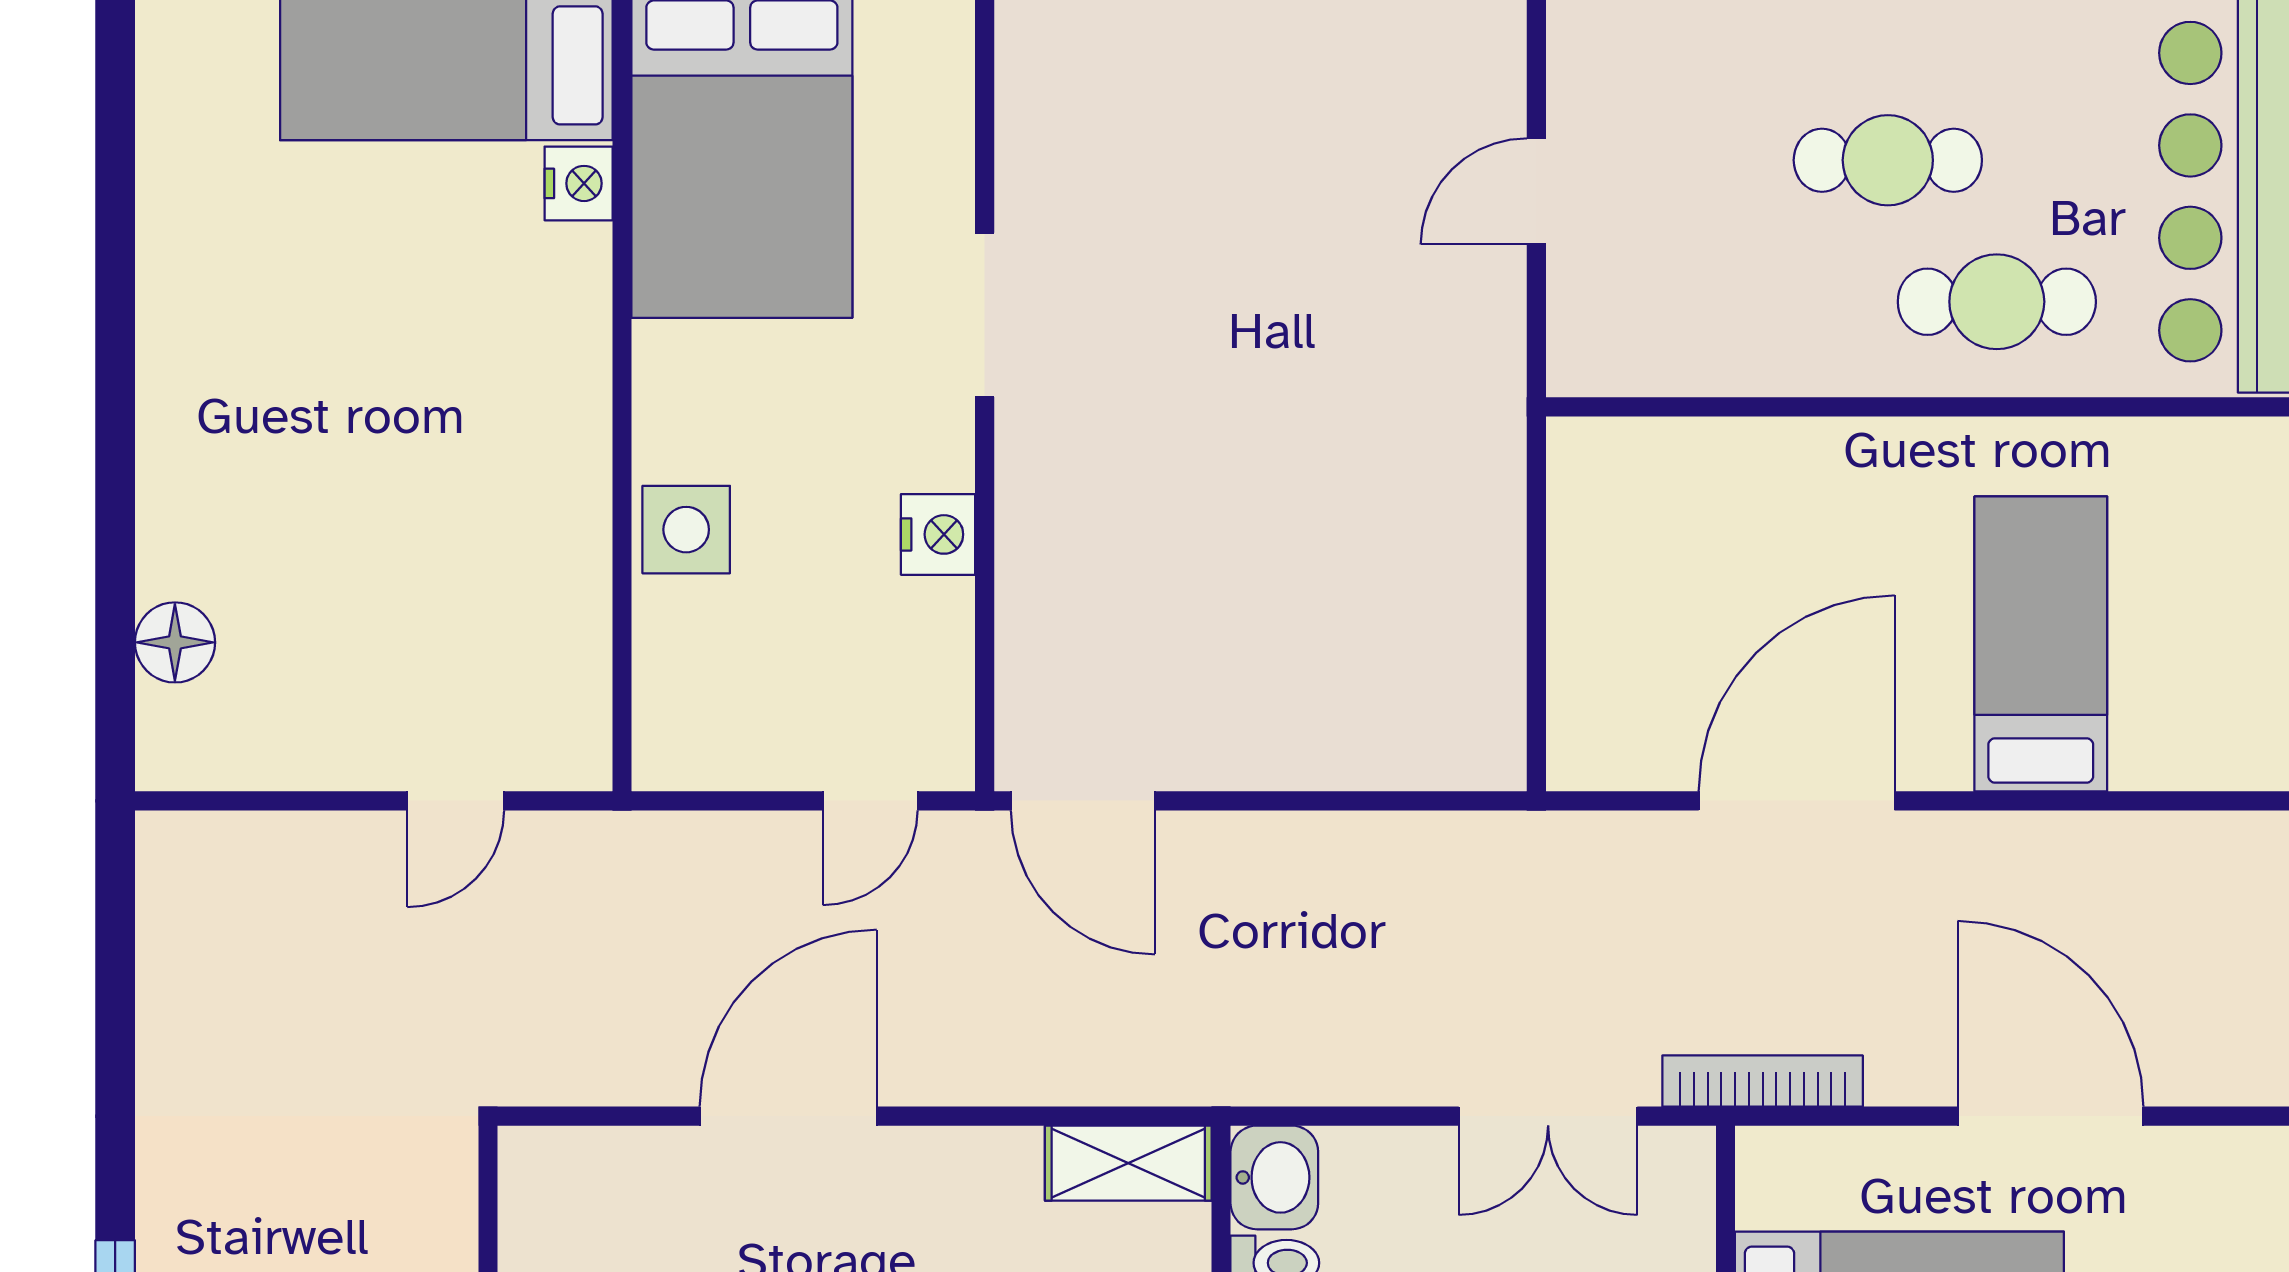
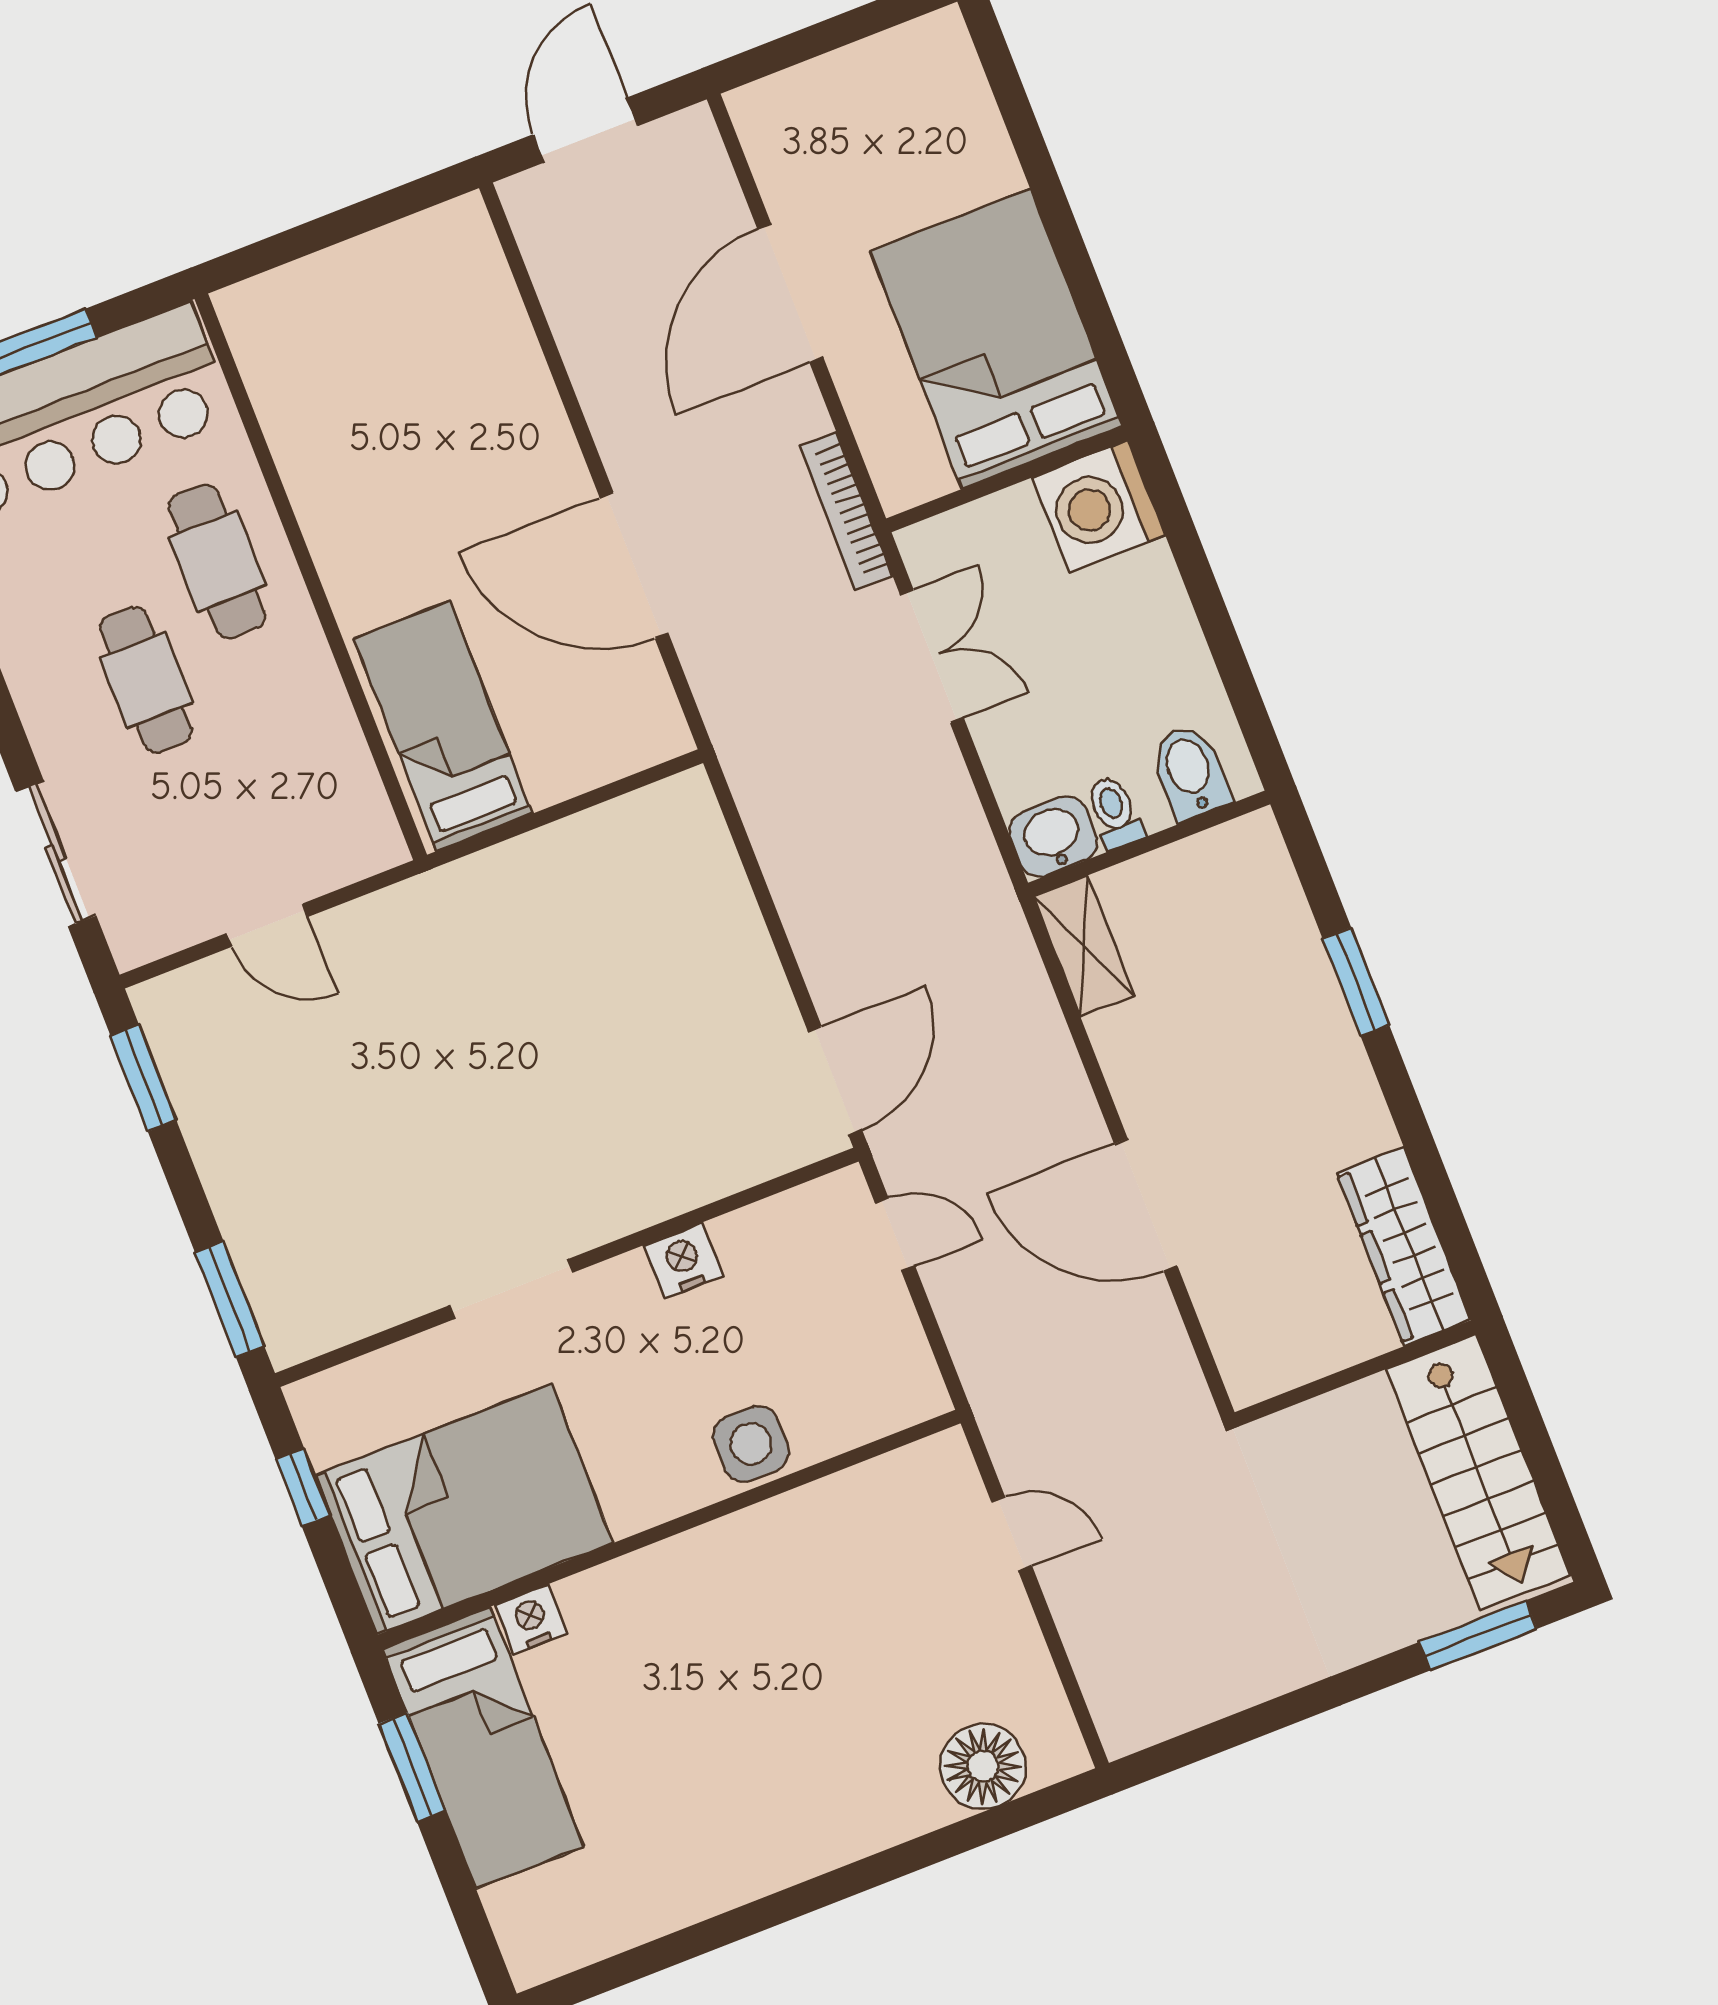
floor lamp: (175, 642) -> (983, 1766), width x1.38, depth x1.38
bed: (2041, 644) -> (443, 726), moved, turned 90

